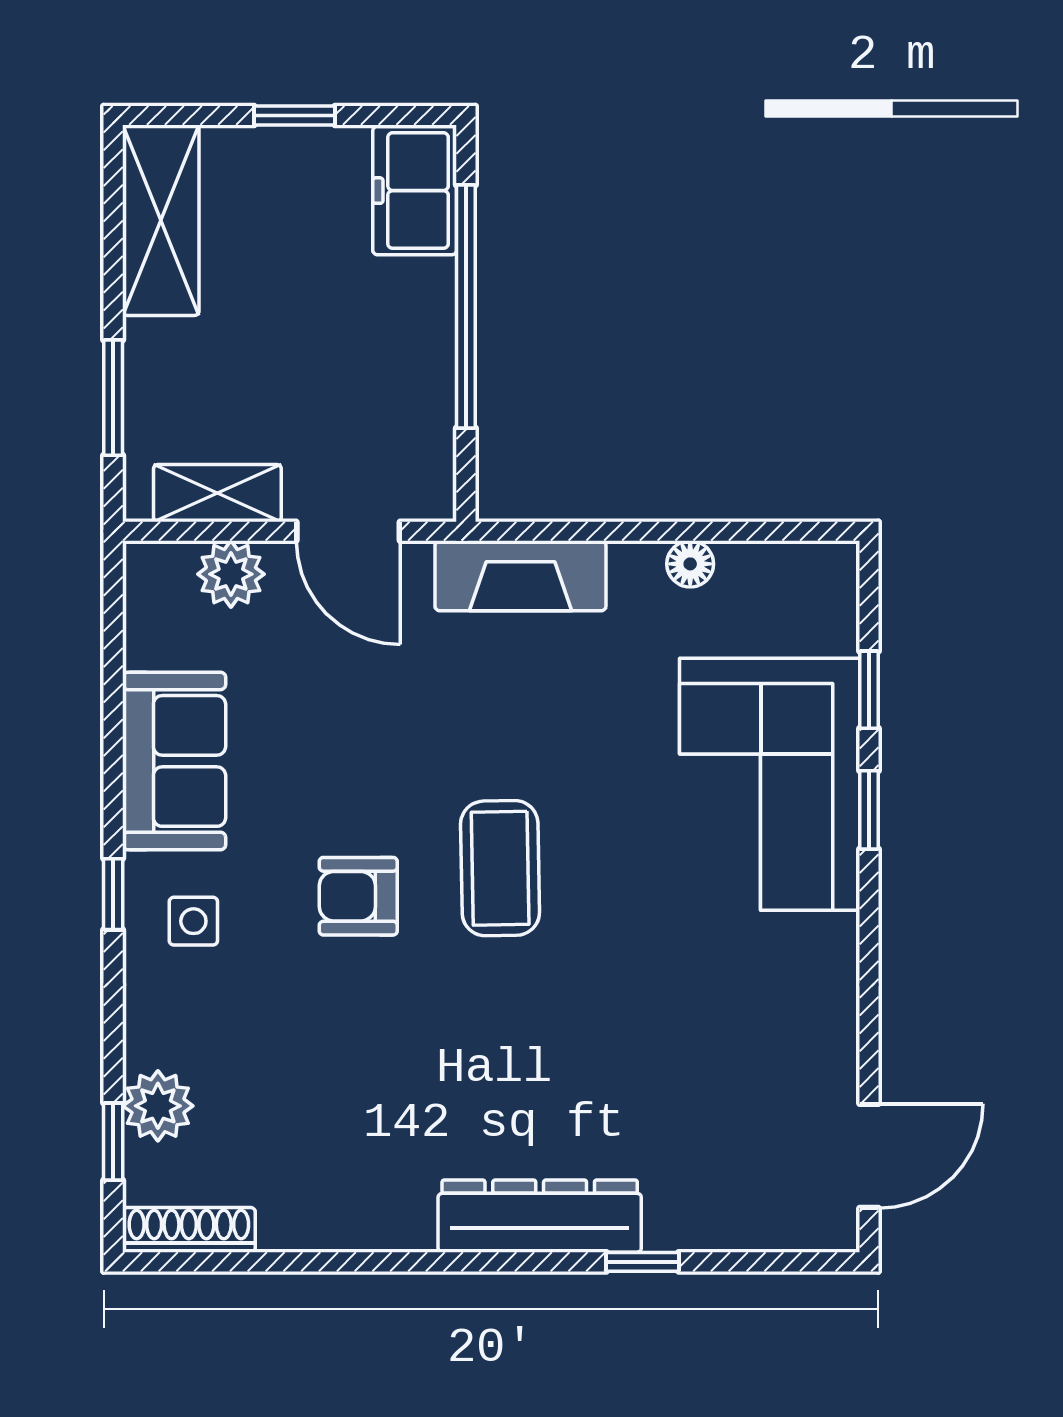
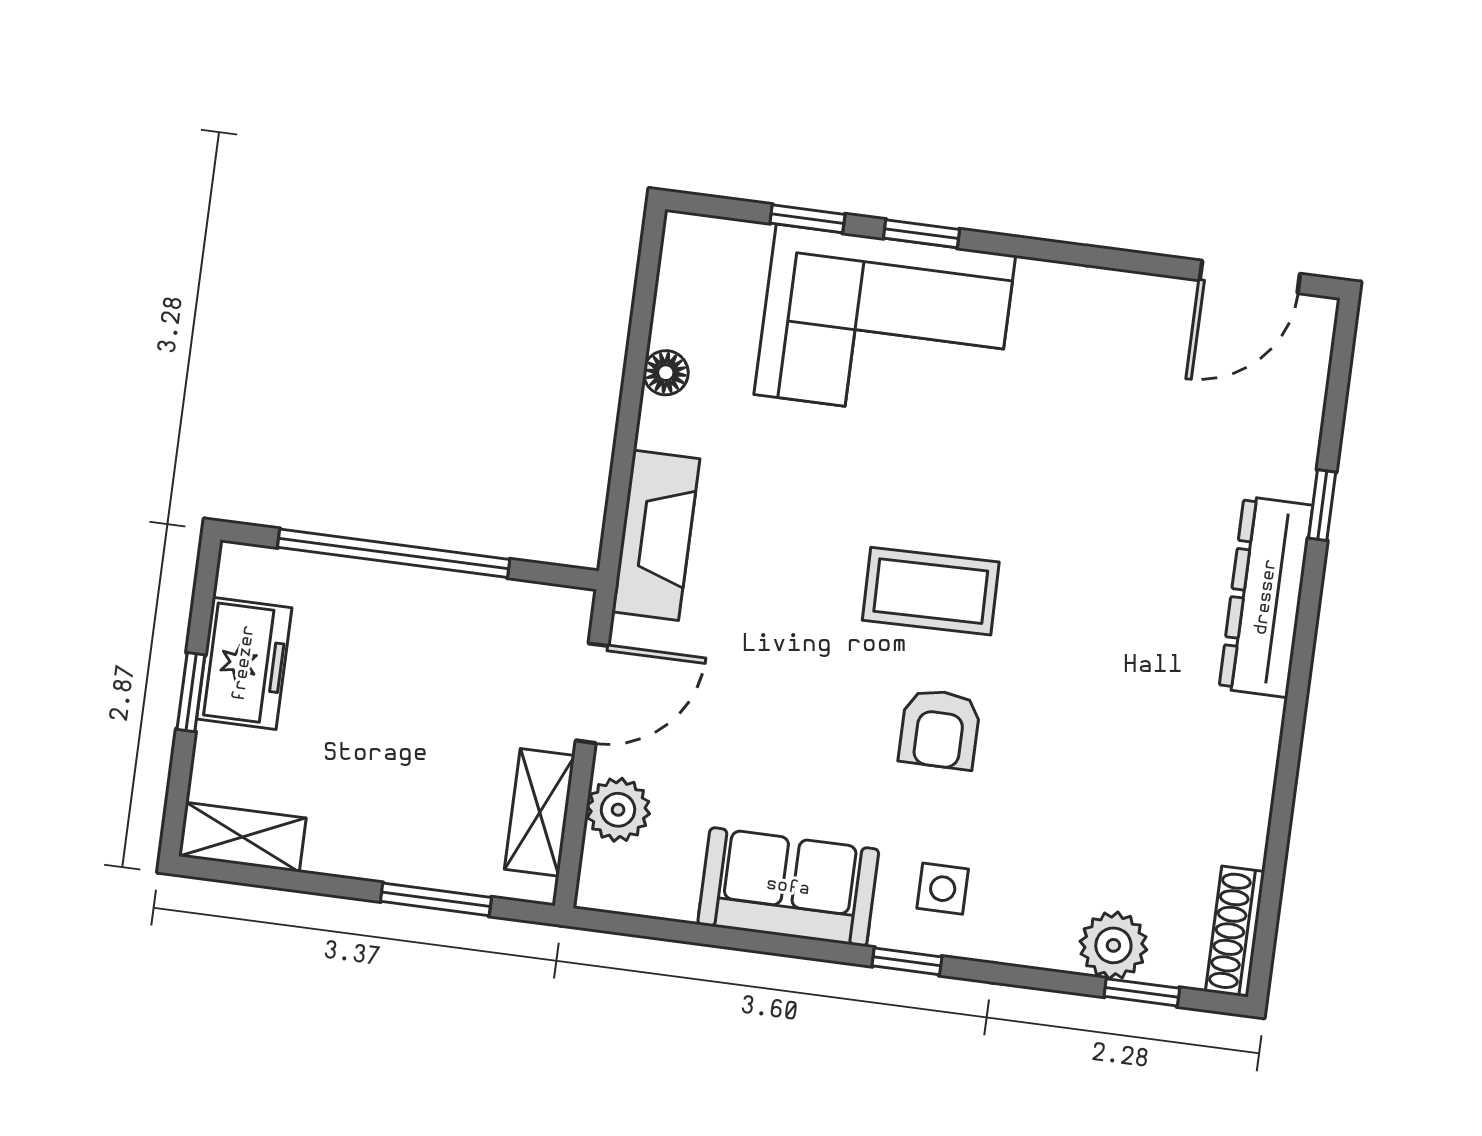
freezer: (415, 191) -> (244, 663), moved, turned -90
shelving: (161, 220) -> (242, 837), width x0.67, depth x0.75
door: (869, 1156) -> (1250, 277), swing flipped

